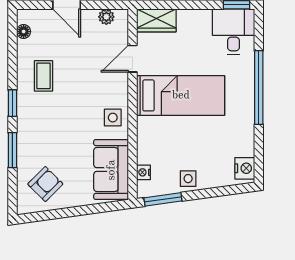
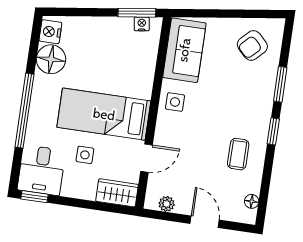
floor lamp: (240, 141) -> (51, 59), added
nightstand: (144, 172) -> (142, 24), moved, turned -98
side table: (188, 179) -> (85, 155), moved

